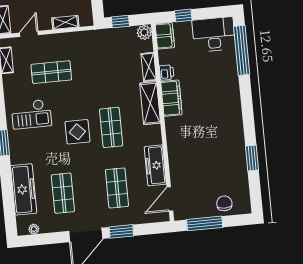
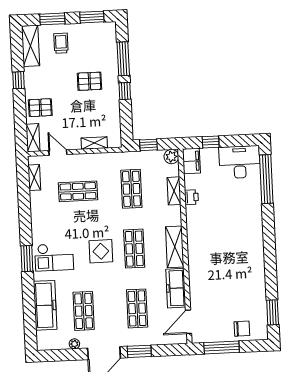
door: (29, 34) -> (58, 153), hinge flipped
shop shelf: (105, 67) -> (131, 189), added
filing cabinet: (171, 98) -> (195, 223), removed
shelving: (150, 103) -> (175, 247), moved
checkout: (31, 114) -> (54, 257), moved
window: (252, 158) -> (273, 312), moved
chair: (224, 203) -> (242, 329), turned 90
plant: (34, 229) -> (74, 344), moved

